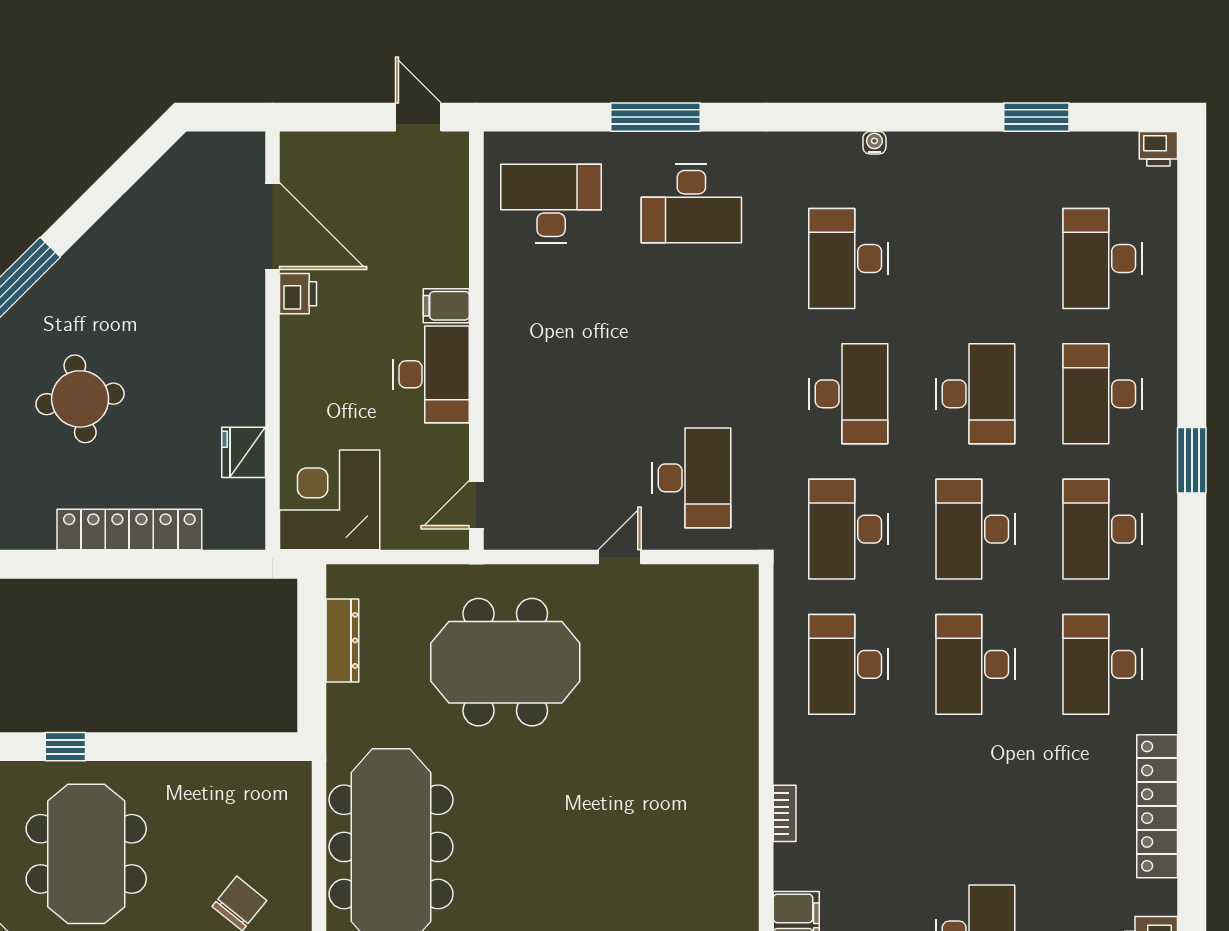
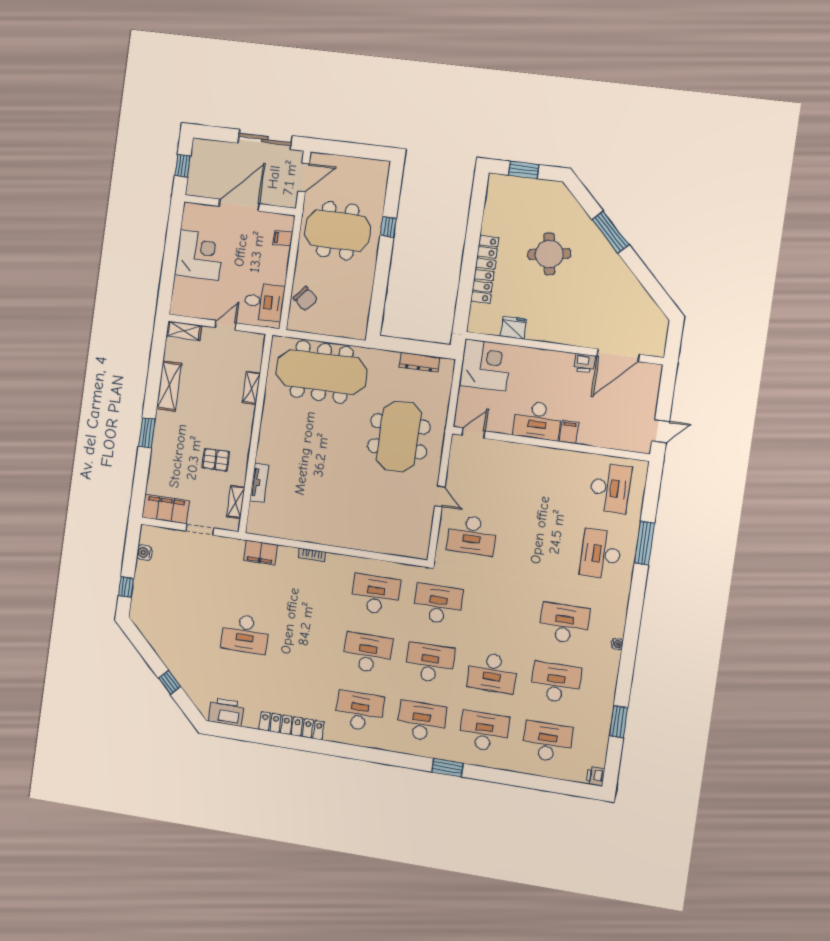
desk: (848, 394) -> (556, 683), moved, turned 180
door: (476, 505) -> (473, 433), hinge flipped

